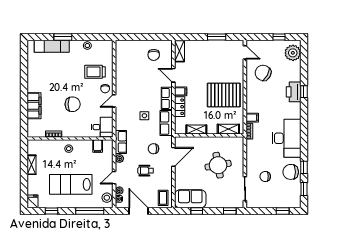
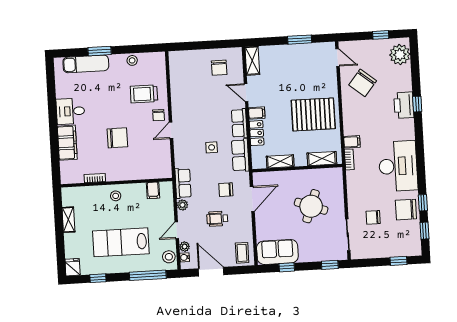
chair: (263, 73) -> (363, 83), turned -80
desk: (102, 127) -> (70, 111), moved, turned 180
round table: (218, 165) -> (311, 206), turned 30

